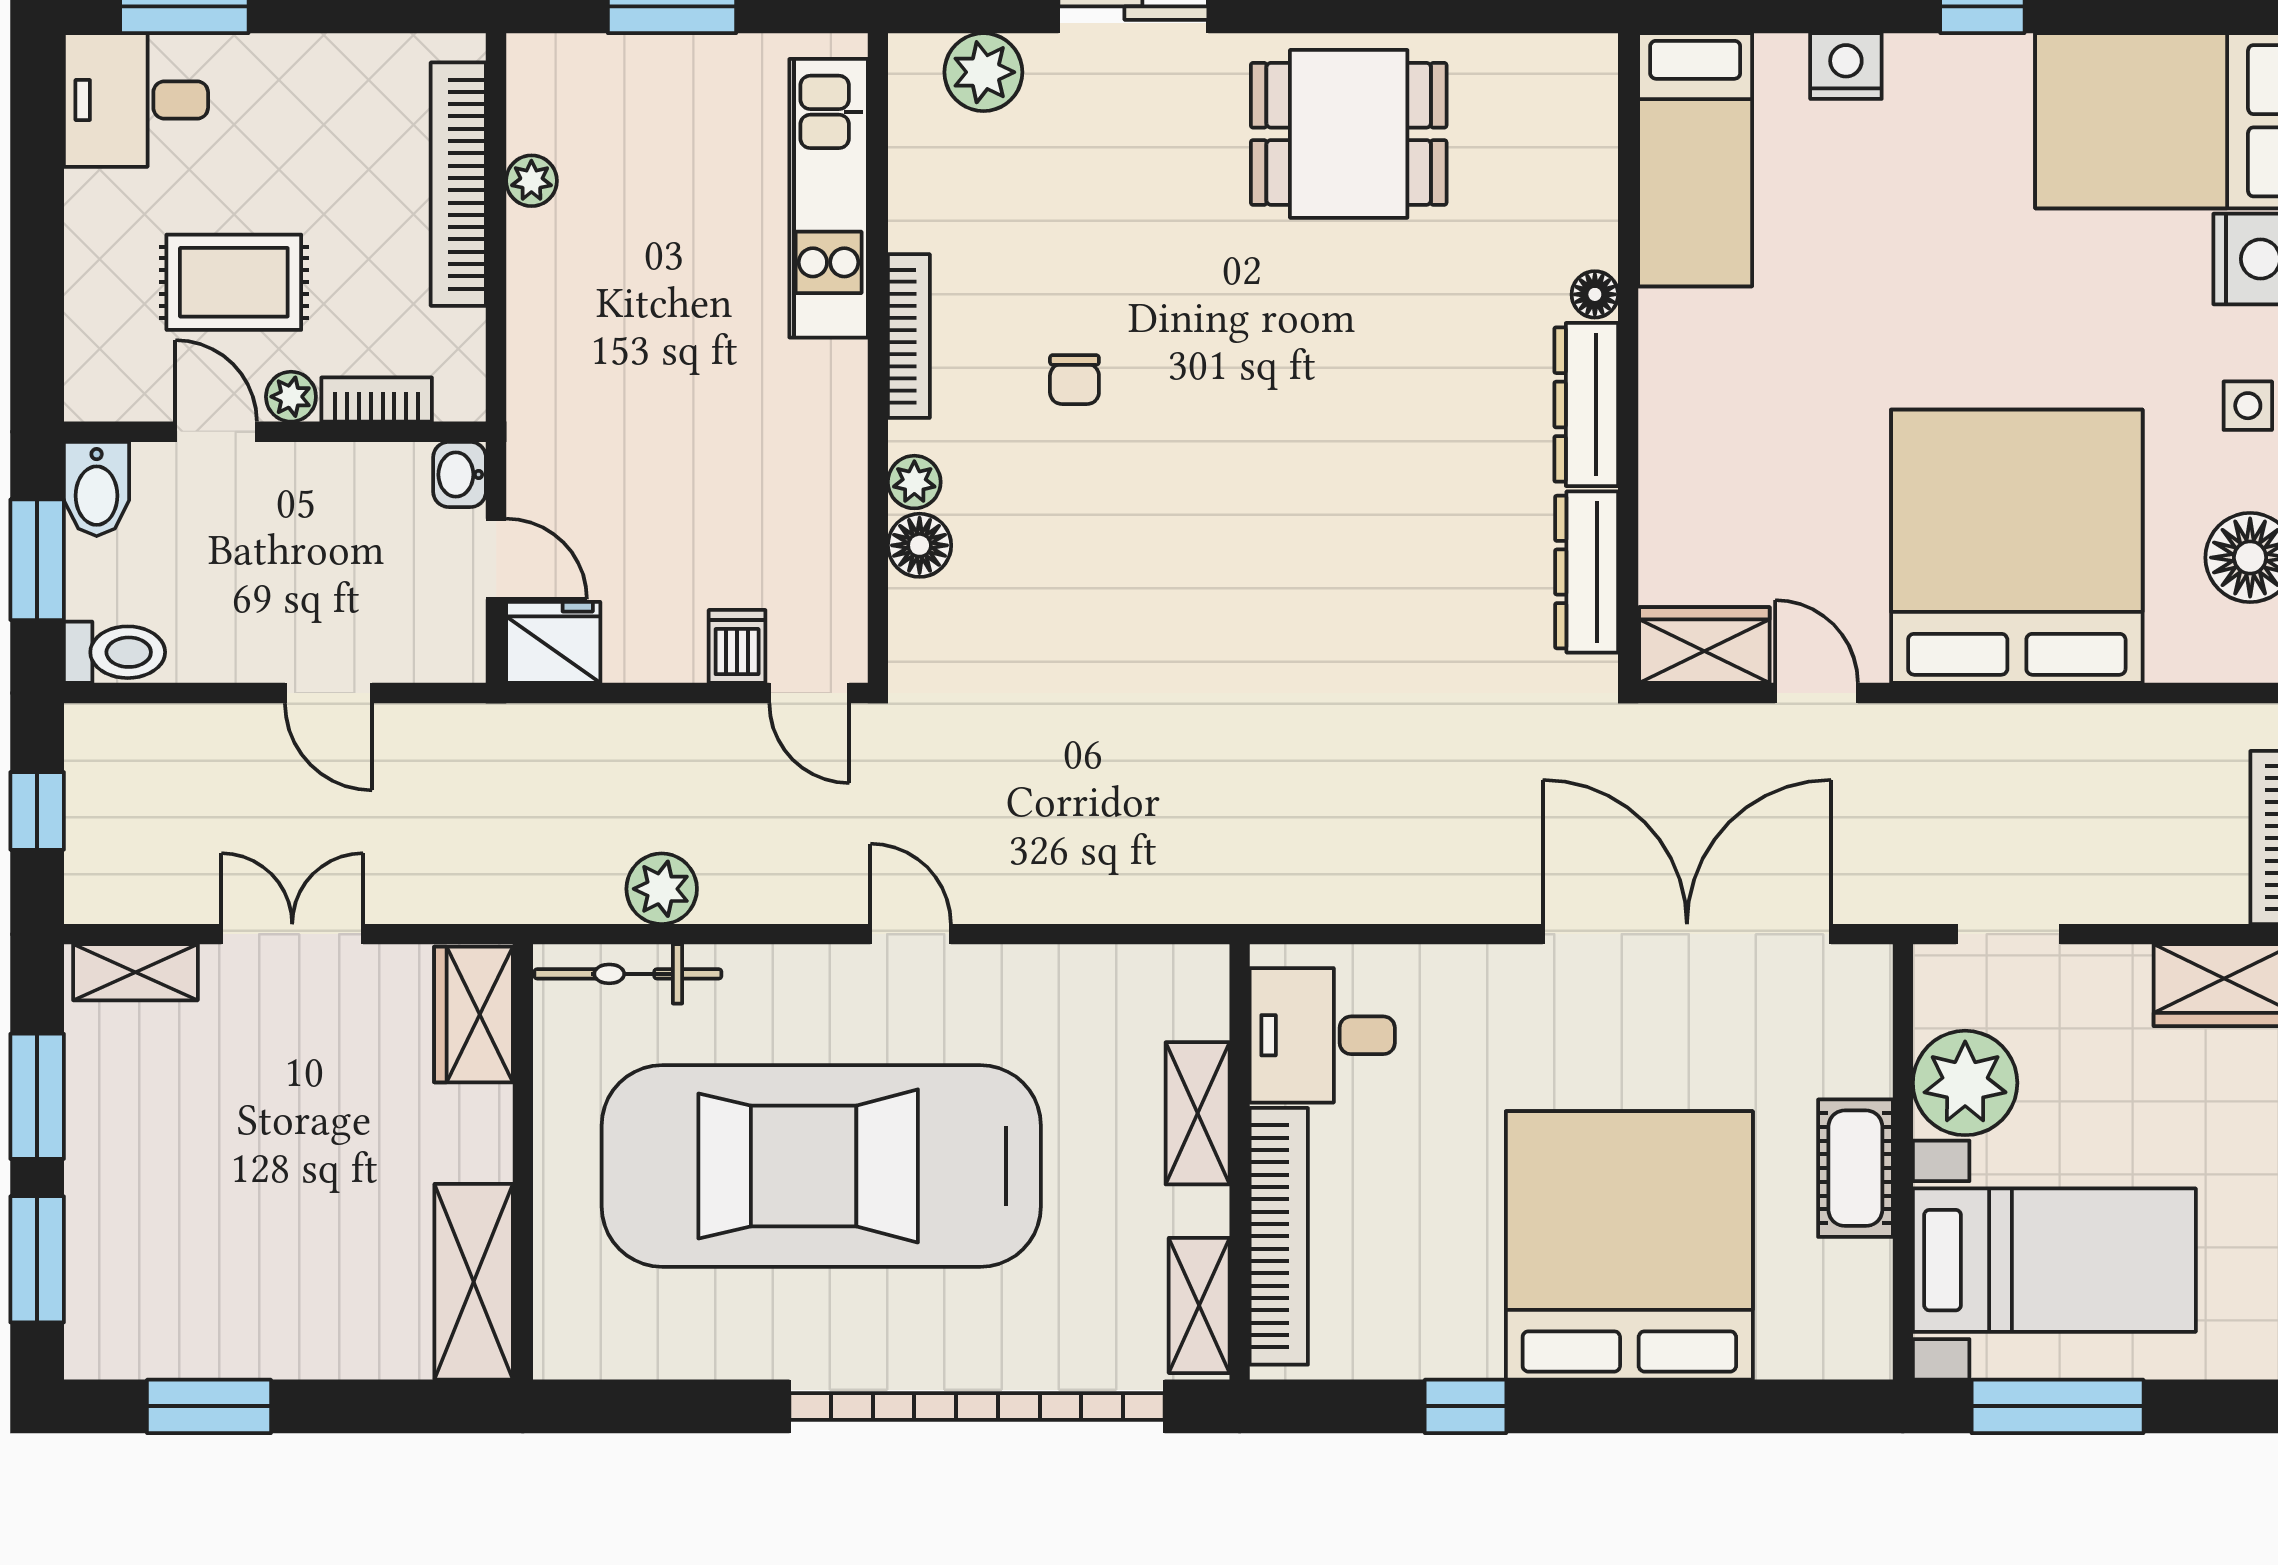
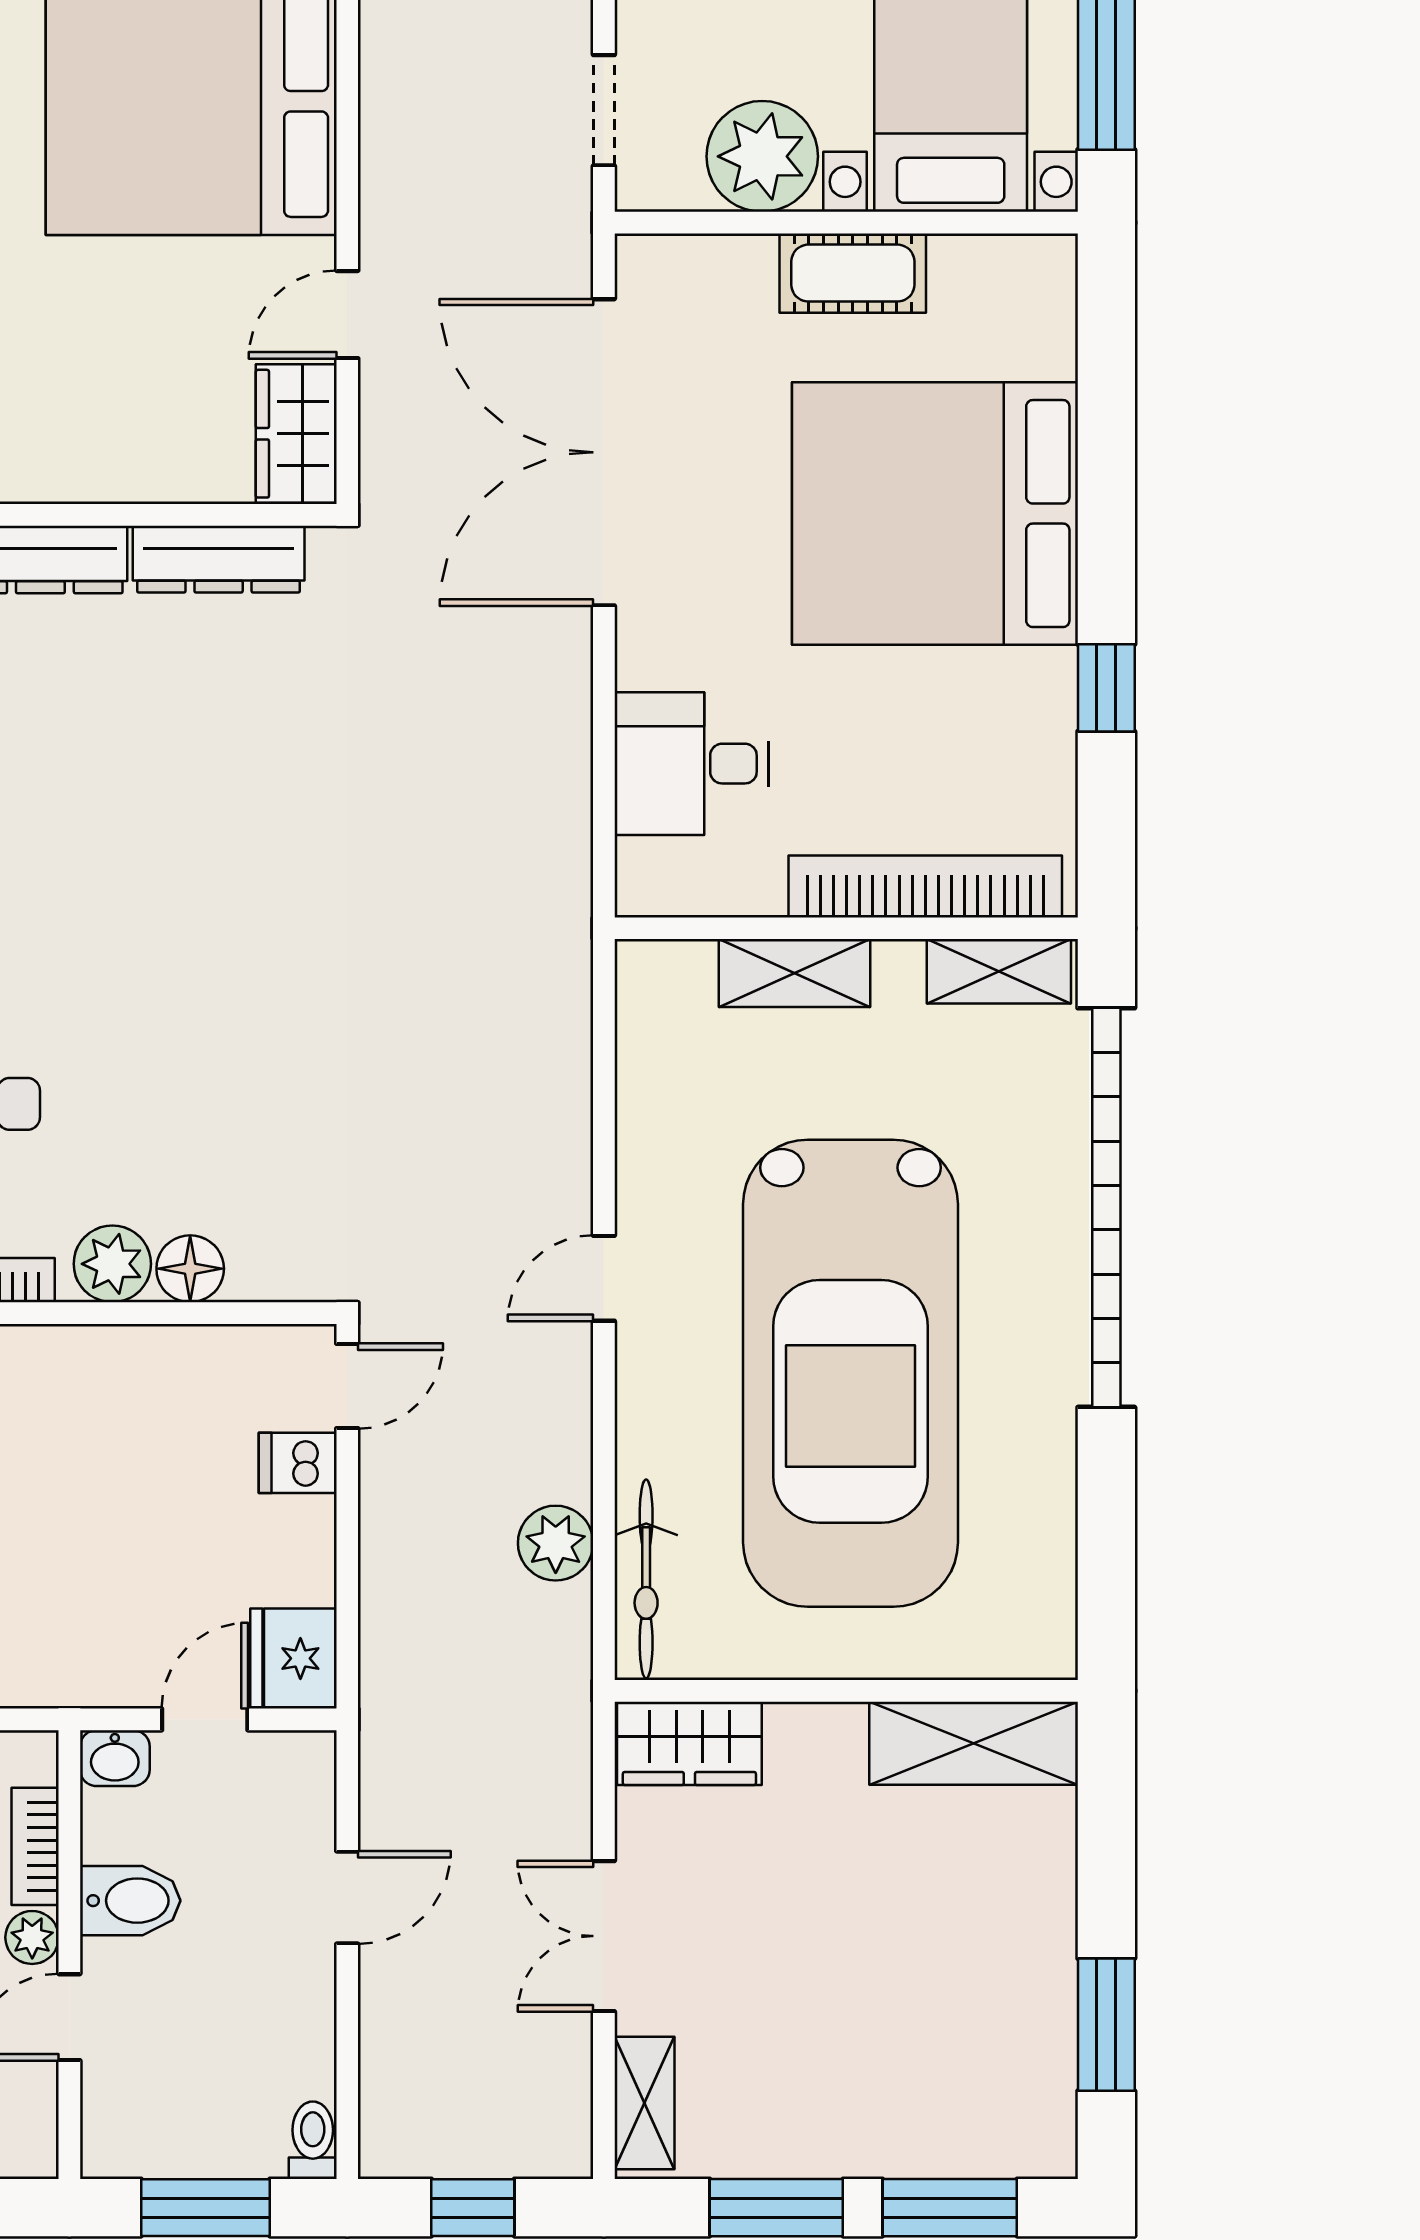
plant: (914, 482) -> (112, 1264), width x1.38, depth x1.38
bidet: (97, 489) -> (130, 1901), moved
toilet: (115, 652) -> (313, 2140), width x0.73, depth x0.72
desk: (1322, 1035) -> (692, 764), moved, turned 90

